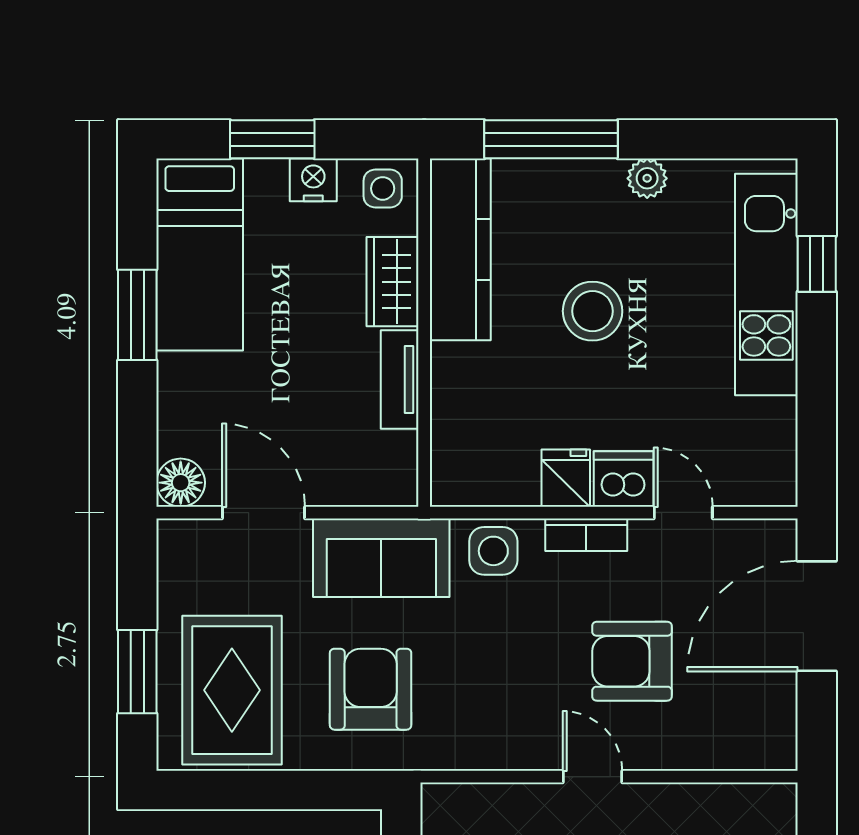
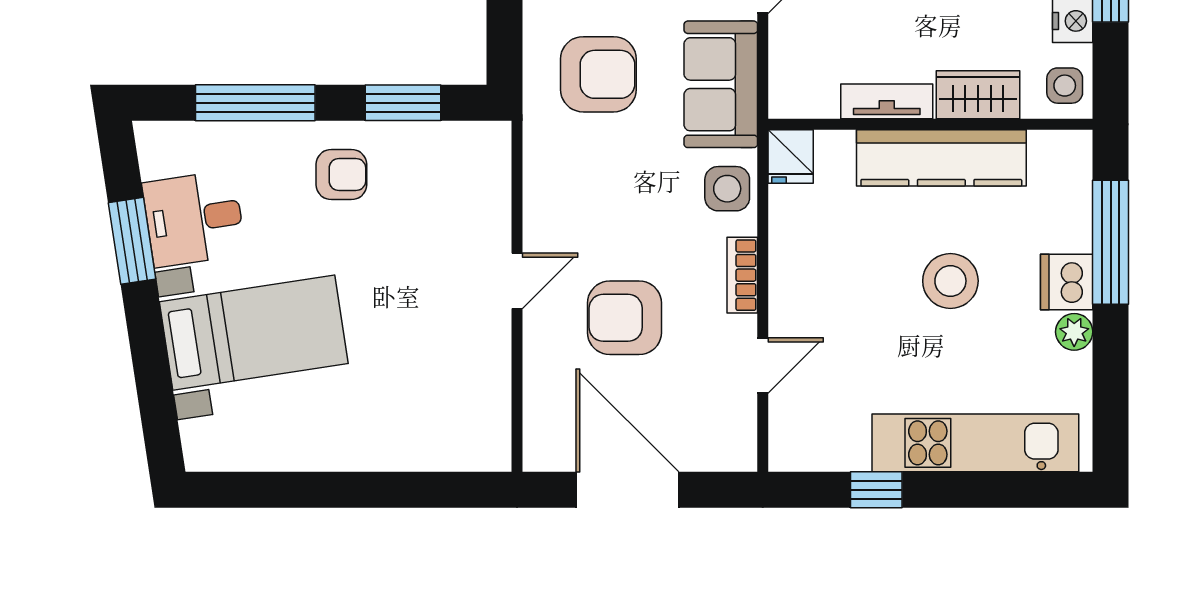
kitchen counter: (460, 249) -> (941, 158), moved
window: (817, 264) -> (876, 490), moved
fridge: (566, 478) -> (791, 156), moved, turned 90
dishwasher: (624, 479) -> (1067, 282), moved, turned 180
door: (817, 616) -> (627, 490), moved
armchair: (632, 661) -> (624, 318), turned -90

